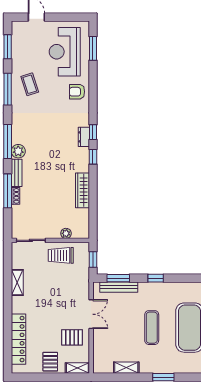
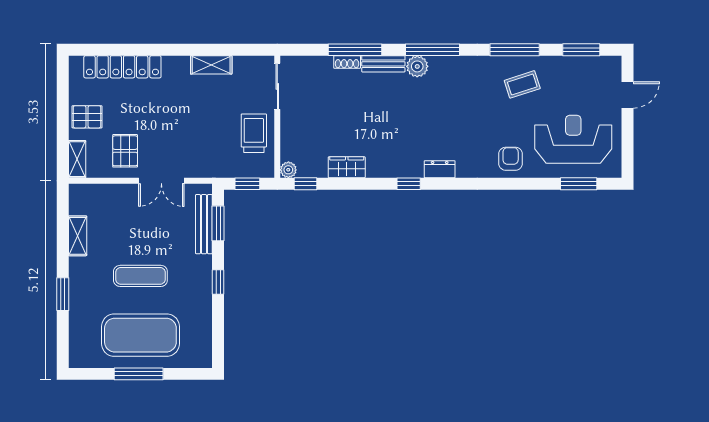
window: (93, 132) -> (305, 184), moved
wardrobe: (83, 190) -> (347, 167), width x0.67
plant: (66, 233) -> (288, 170), moved

